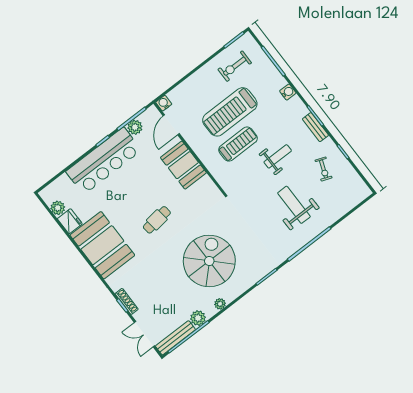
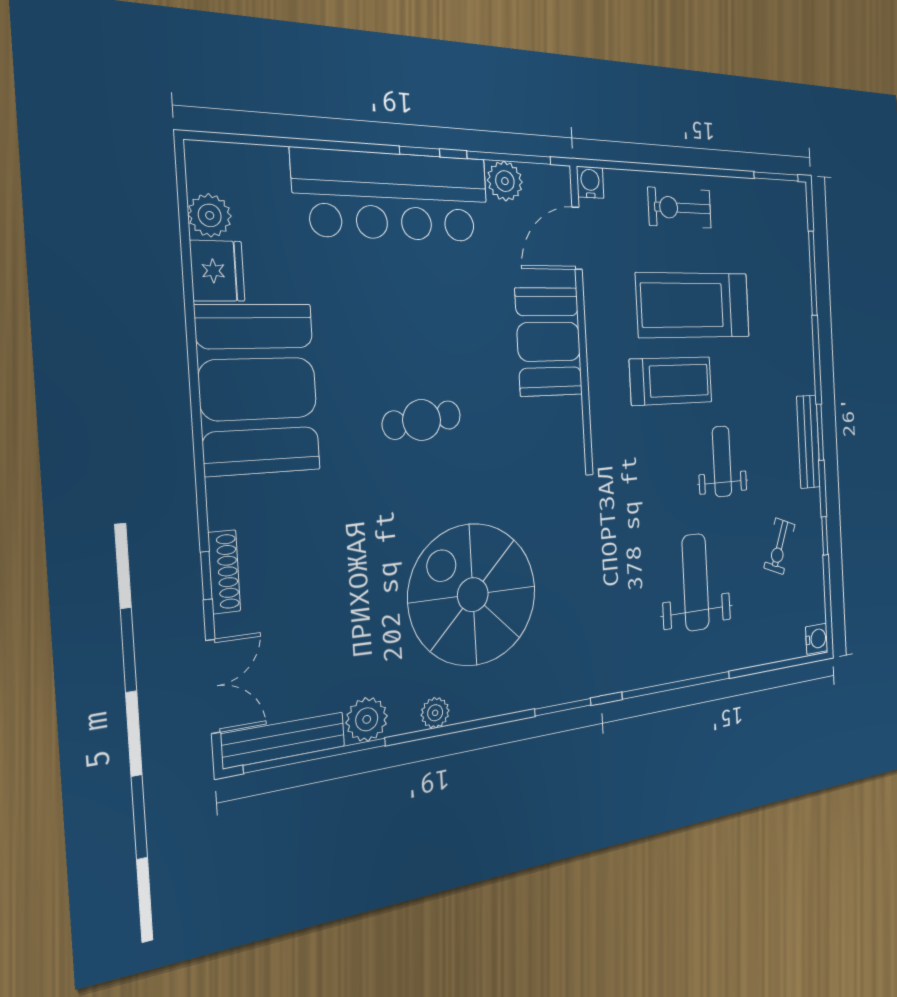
exercise bike: (235, 66) -> (680, 208), moved
water cooler: (288, 92) -> (817, 639), moved
bench: (315, 127) -> (808, 442), width x1.36
weight bench: (278, 156) -> (722, 461), turned -90
spiral stairs: (209, 261) -> (473, 595), turned -90
double door: (144, 334) -> (213, 686), swing flipped

